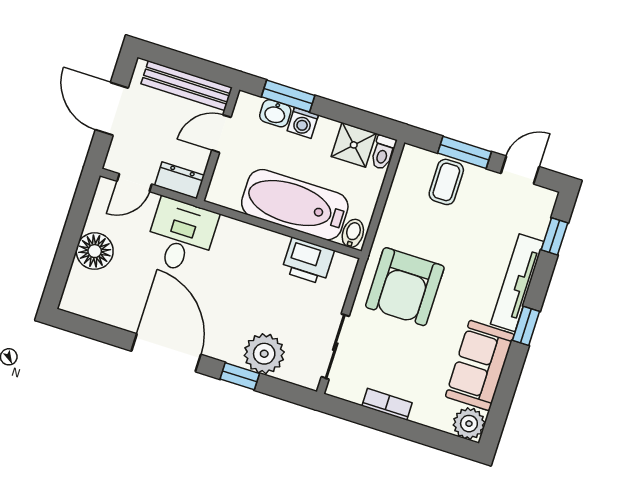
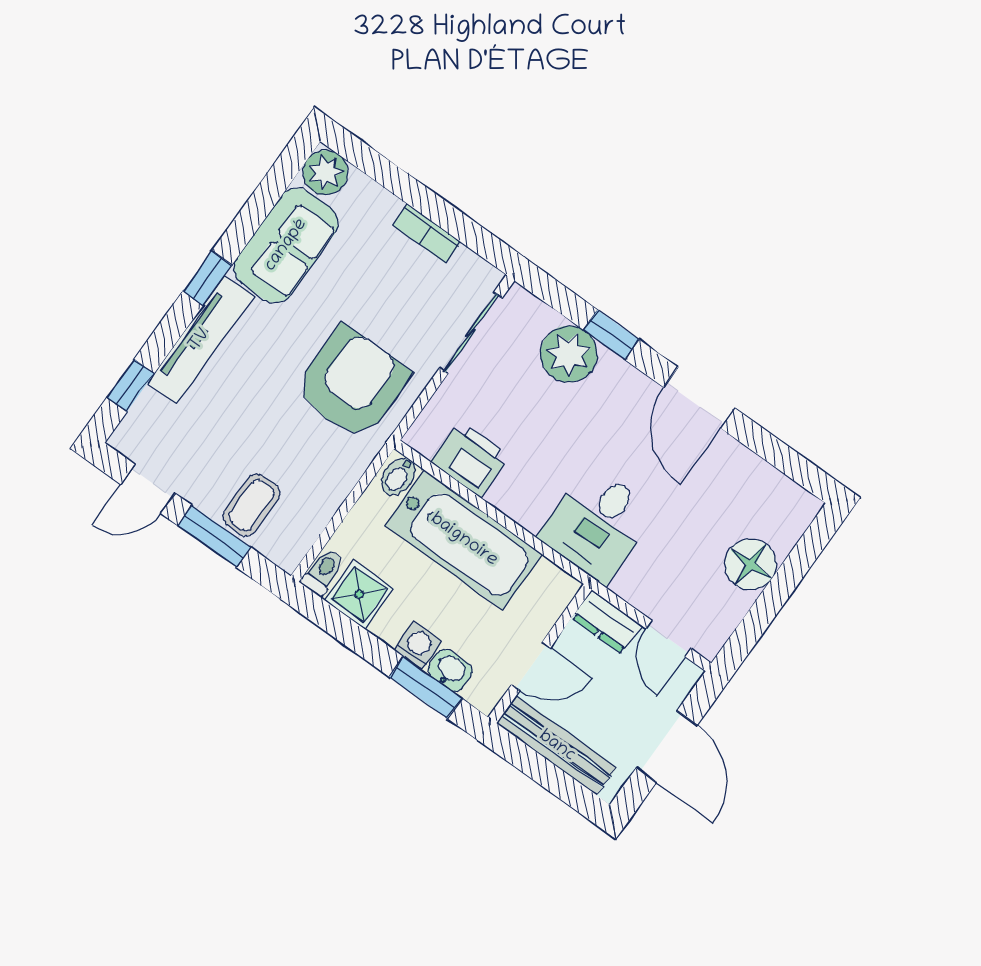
door: (134, 183) -> (668, 638), swing flipped
desk: (181, 236) -> (597, 524), moved
door: (166, 353) -> (699, 398), width x0.73

